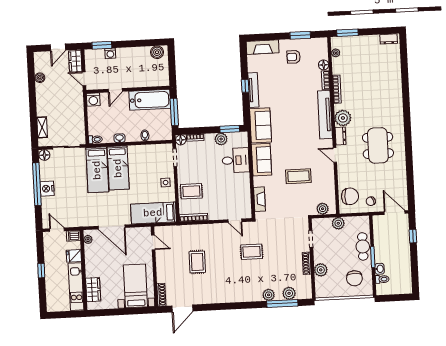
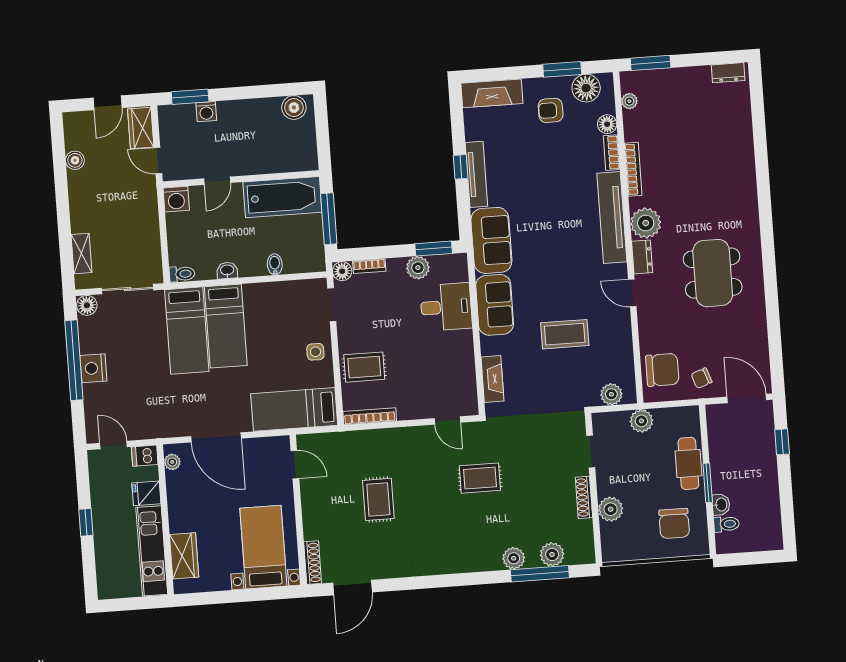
floor lamp: (313, 45) -> (586, 88), added

